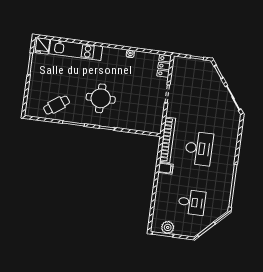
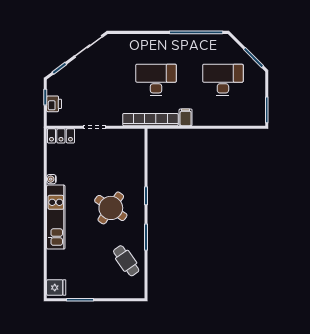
kitchen unit: (76, 50) -> (56, 217), moved
printer: (191, 64) -> (54, 104), added
round table: (101, 98) -> (111, 208), turned 35
desk: (192, 202) -> (223, 80), width x1.37
plant: (168, 227) -> (257, 105), removed

